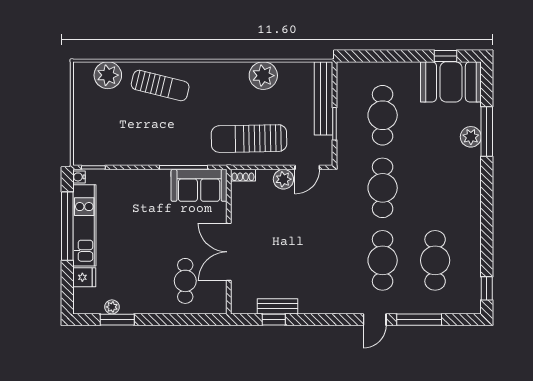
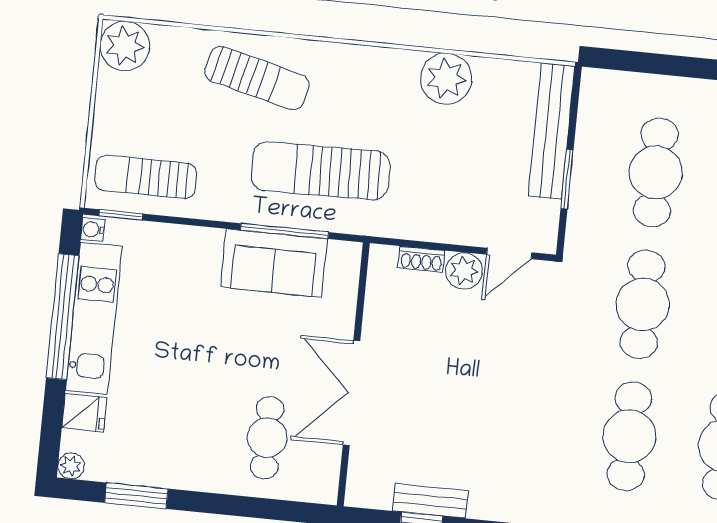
plant: (108, 75) -> (125, 46), moved
sun lounger: (249, 139) -> (320, 171), moved
sun lounger: (105, 145) -> (146, 177), added
shoe rack: (243, 175) -> (421, 259), moved
sofa: (199, 185) -> (274, 263), moved
plant: (112, 307) -> (71, 466), moved

